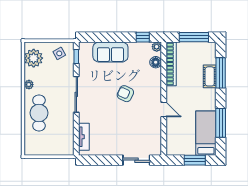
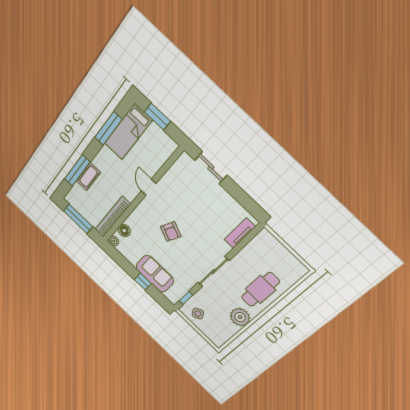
window: (143, 37) -> (143, 282), moved
plant: (34, 58) -> (223, 331), removed
plant: (29, 85) -> (240, 317), width x1.87, depth x1.87

